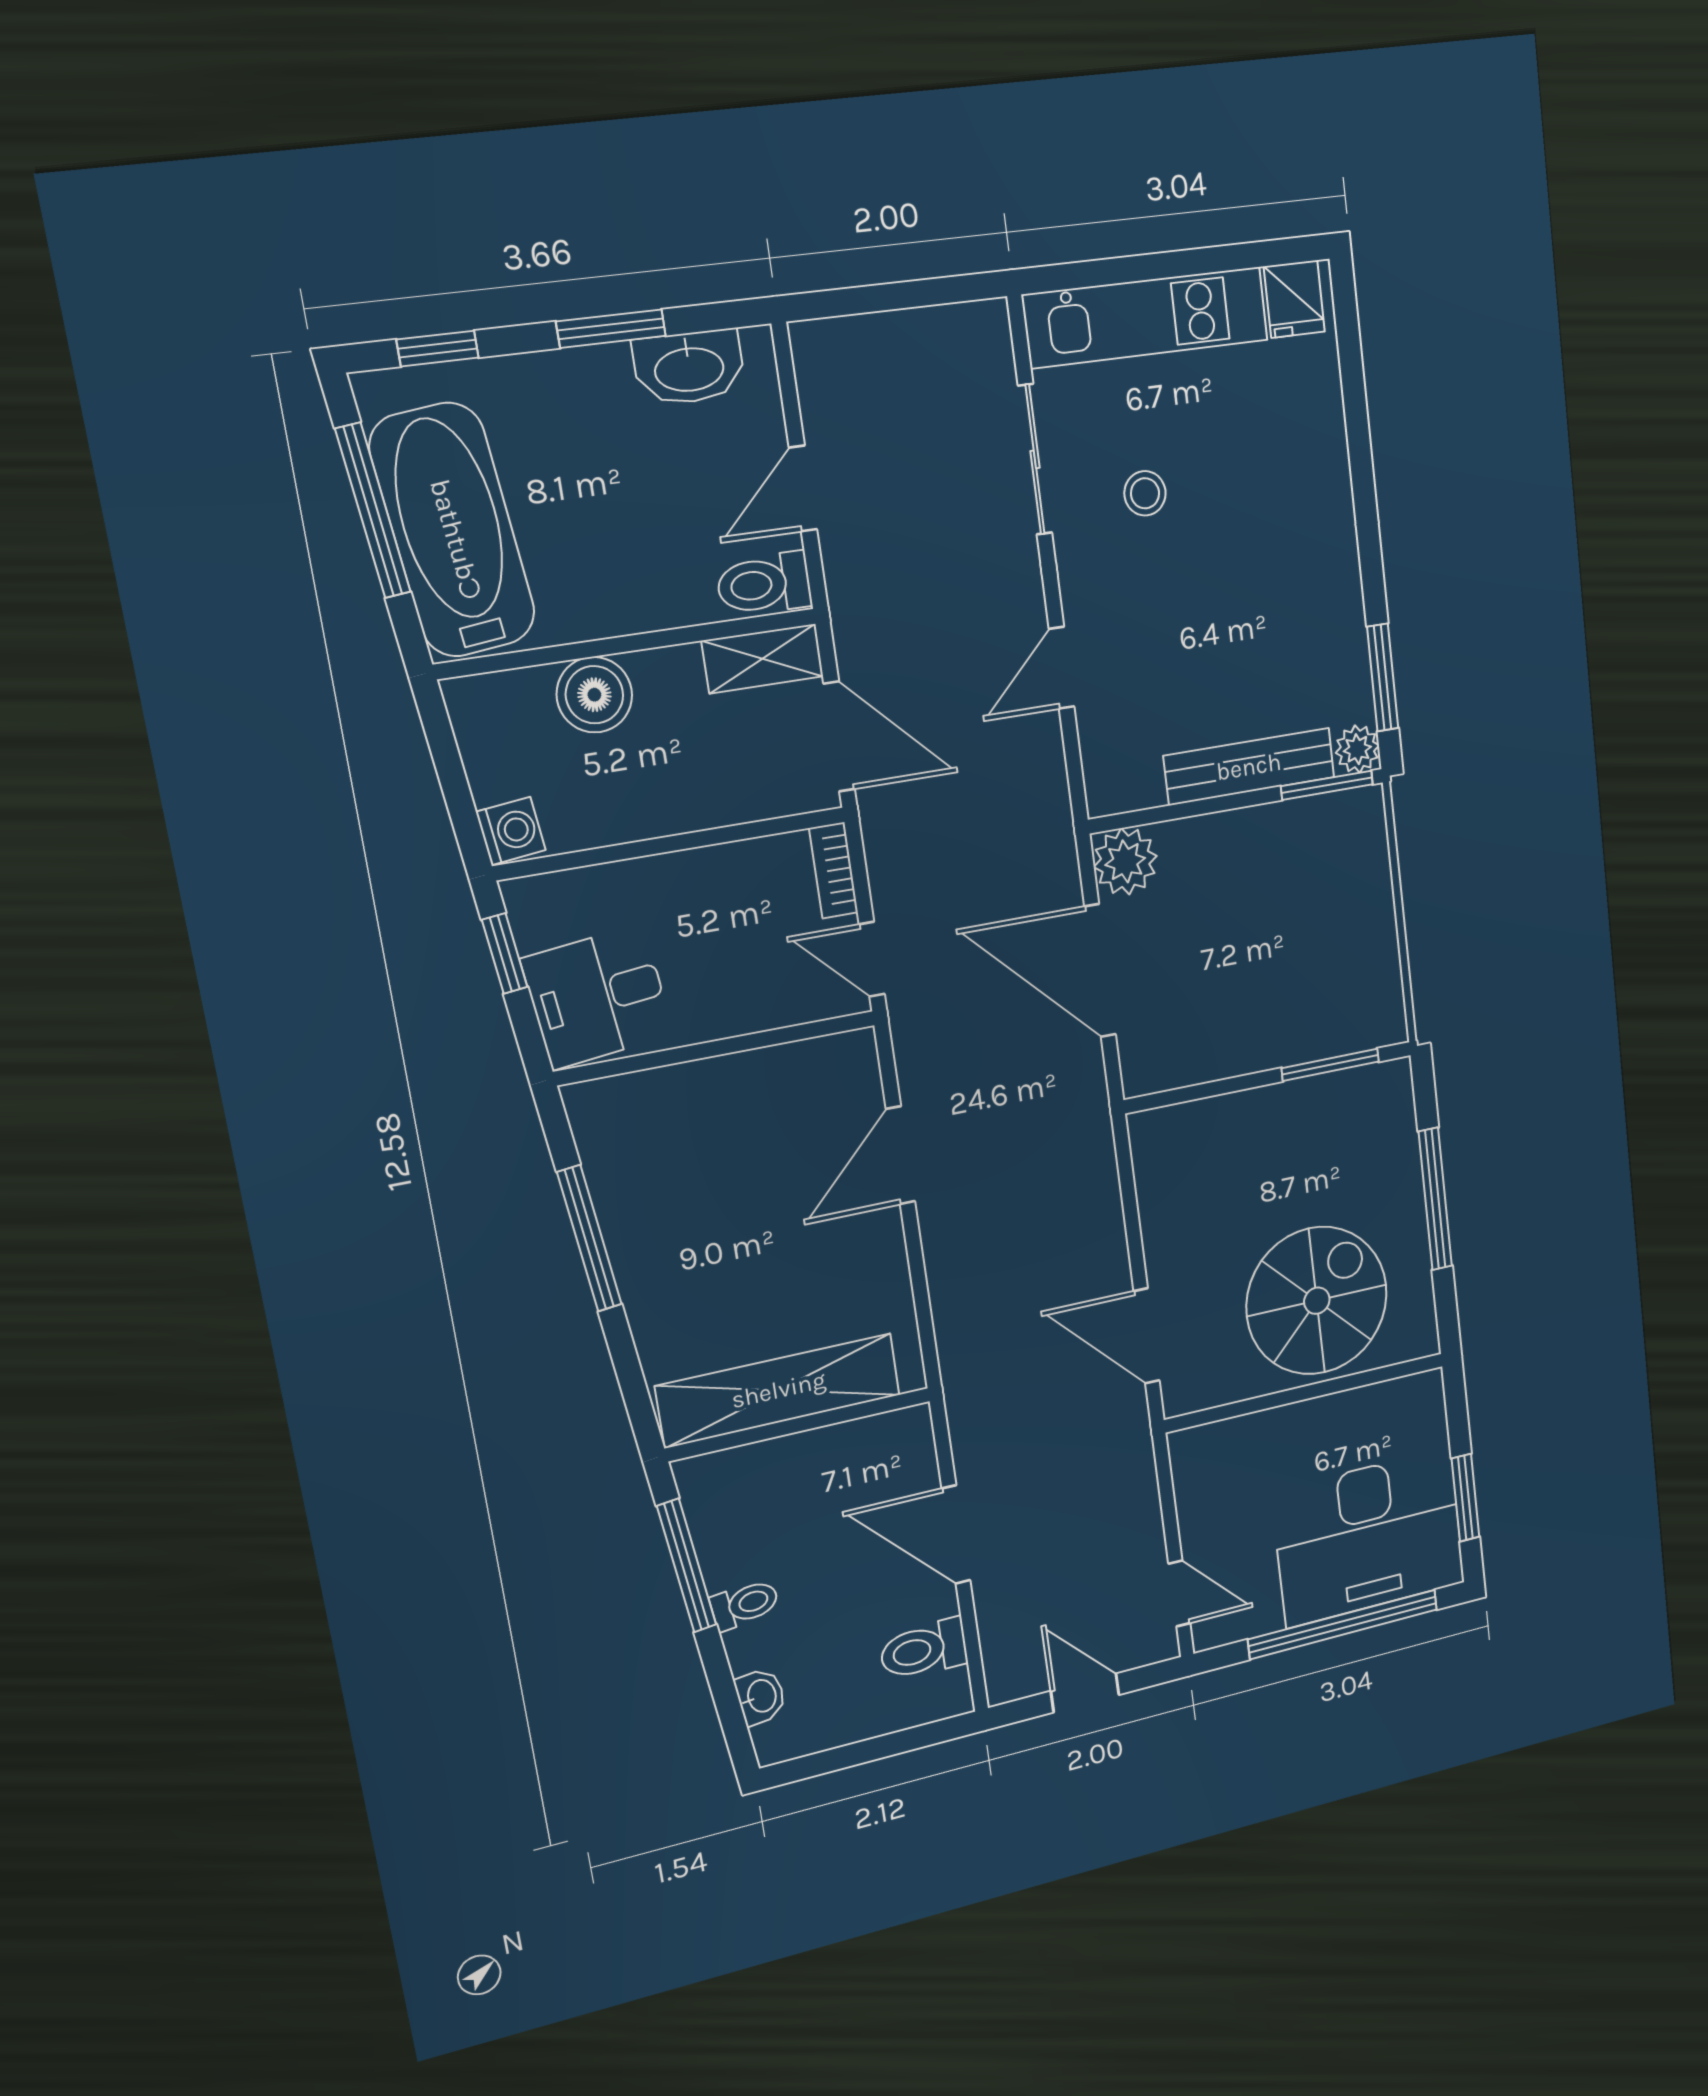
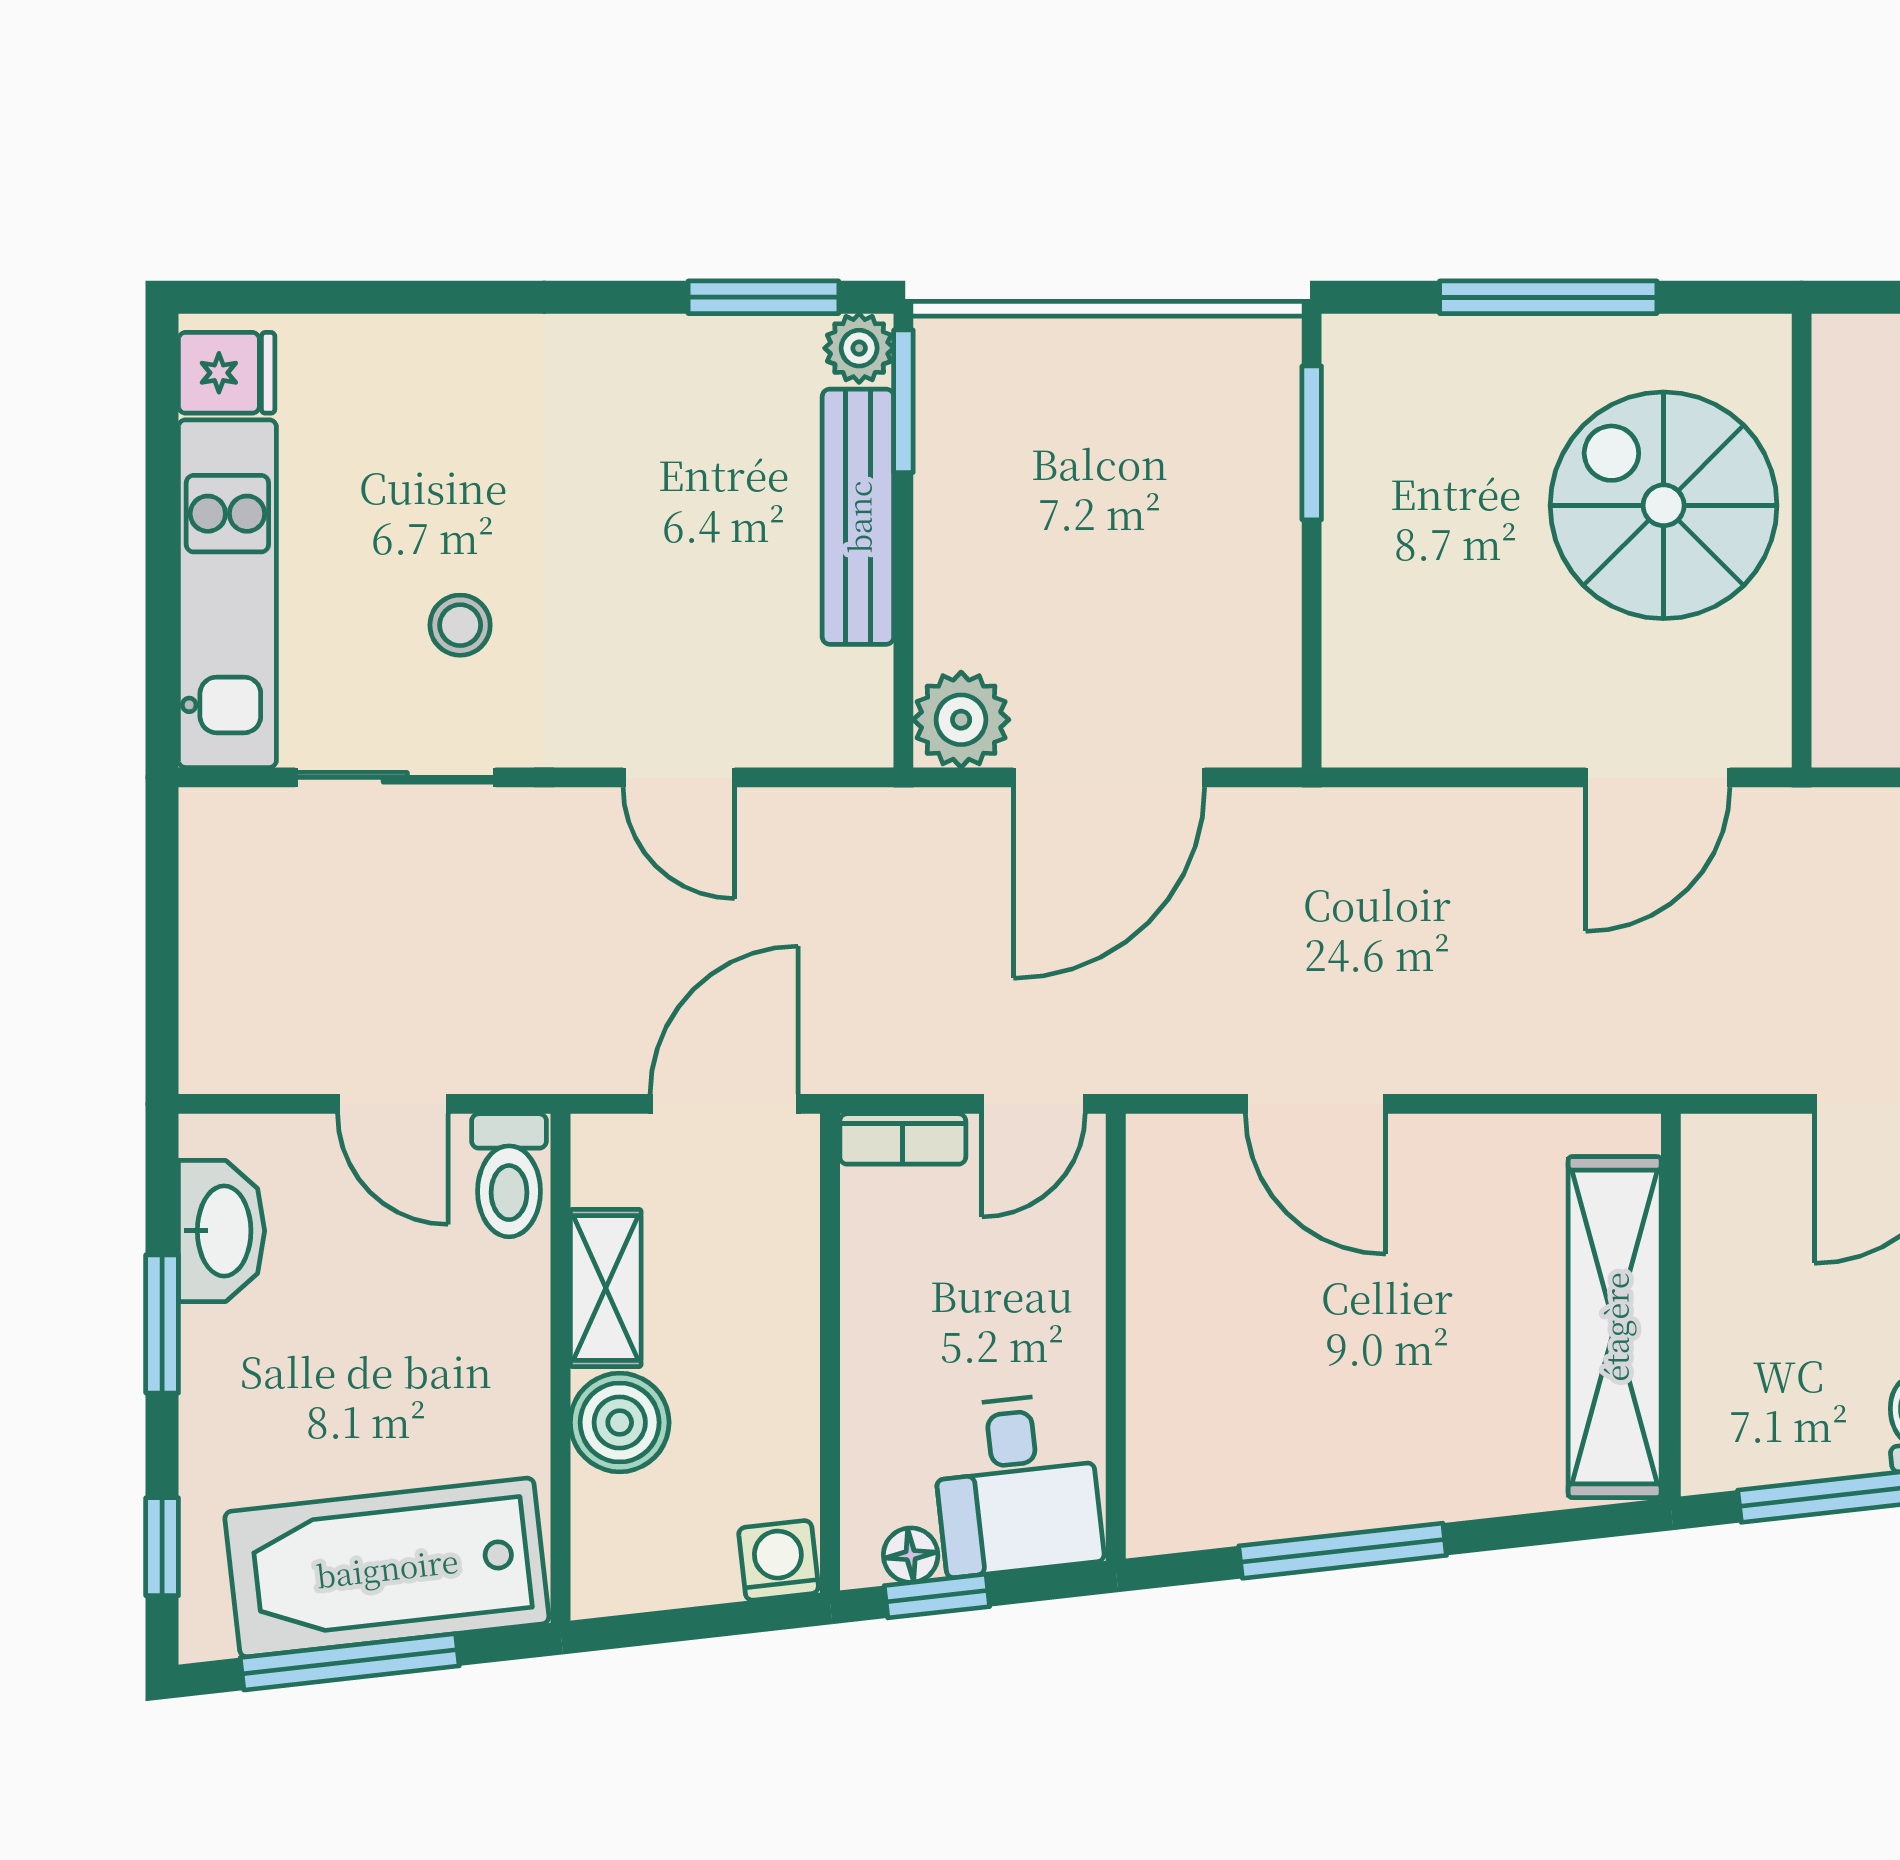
shelving: (763, 659) -> (606, 1288), moved
floor lamp: (532, 929) -> (911, 1555), added

